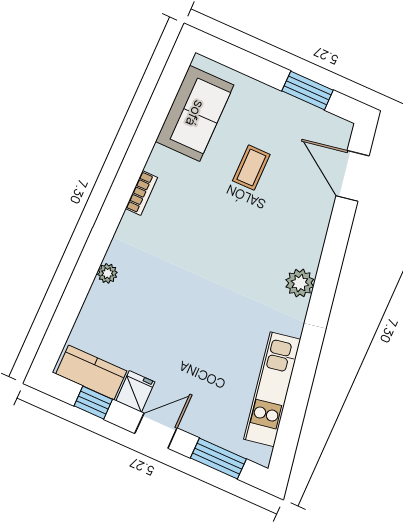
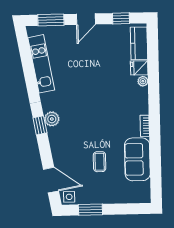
sofa: (195, 113) -> (137, 159), moved
side table: (334, 131) -> (69, 197), added
window: (326, 282) -> (40, 125), added
kitchen counter: (91, 372) -> (139, 43), moved, turned 90
fridge: (135, 391) -> (139, 68), moved, turned 90

